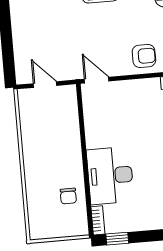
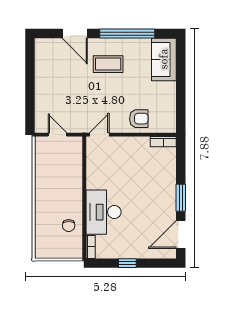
door: (97, 80) -> (99, 135), hinge flipped
window: (117, 239) -> (127, 263), moved

